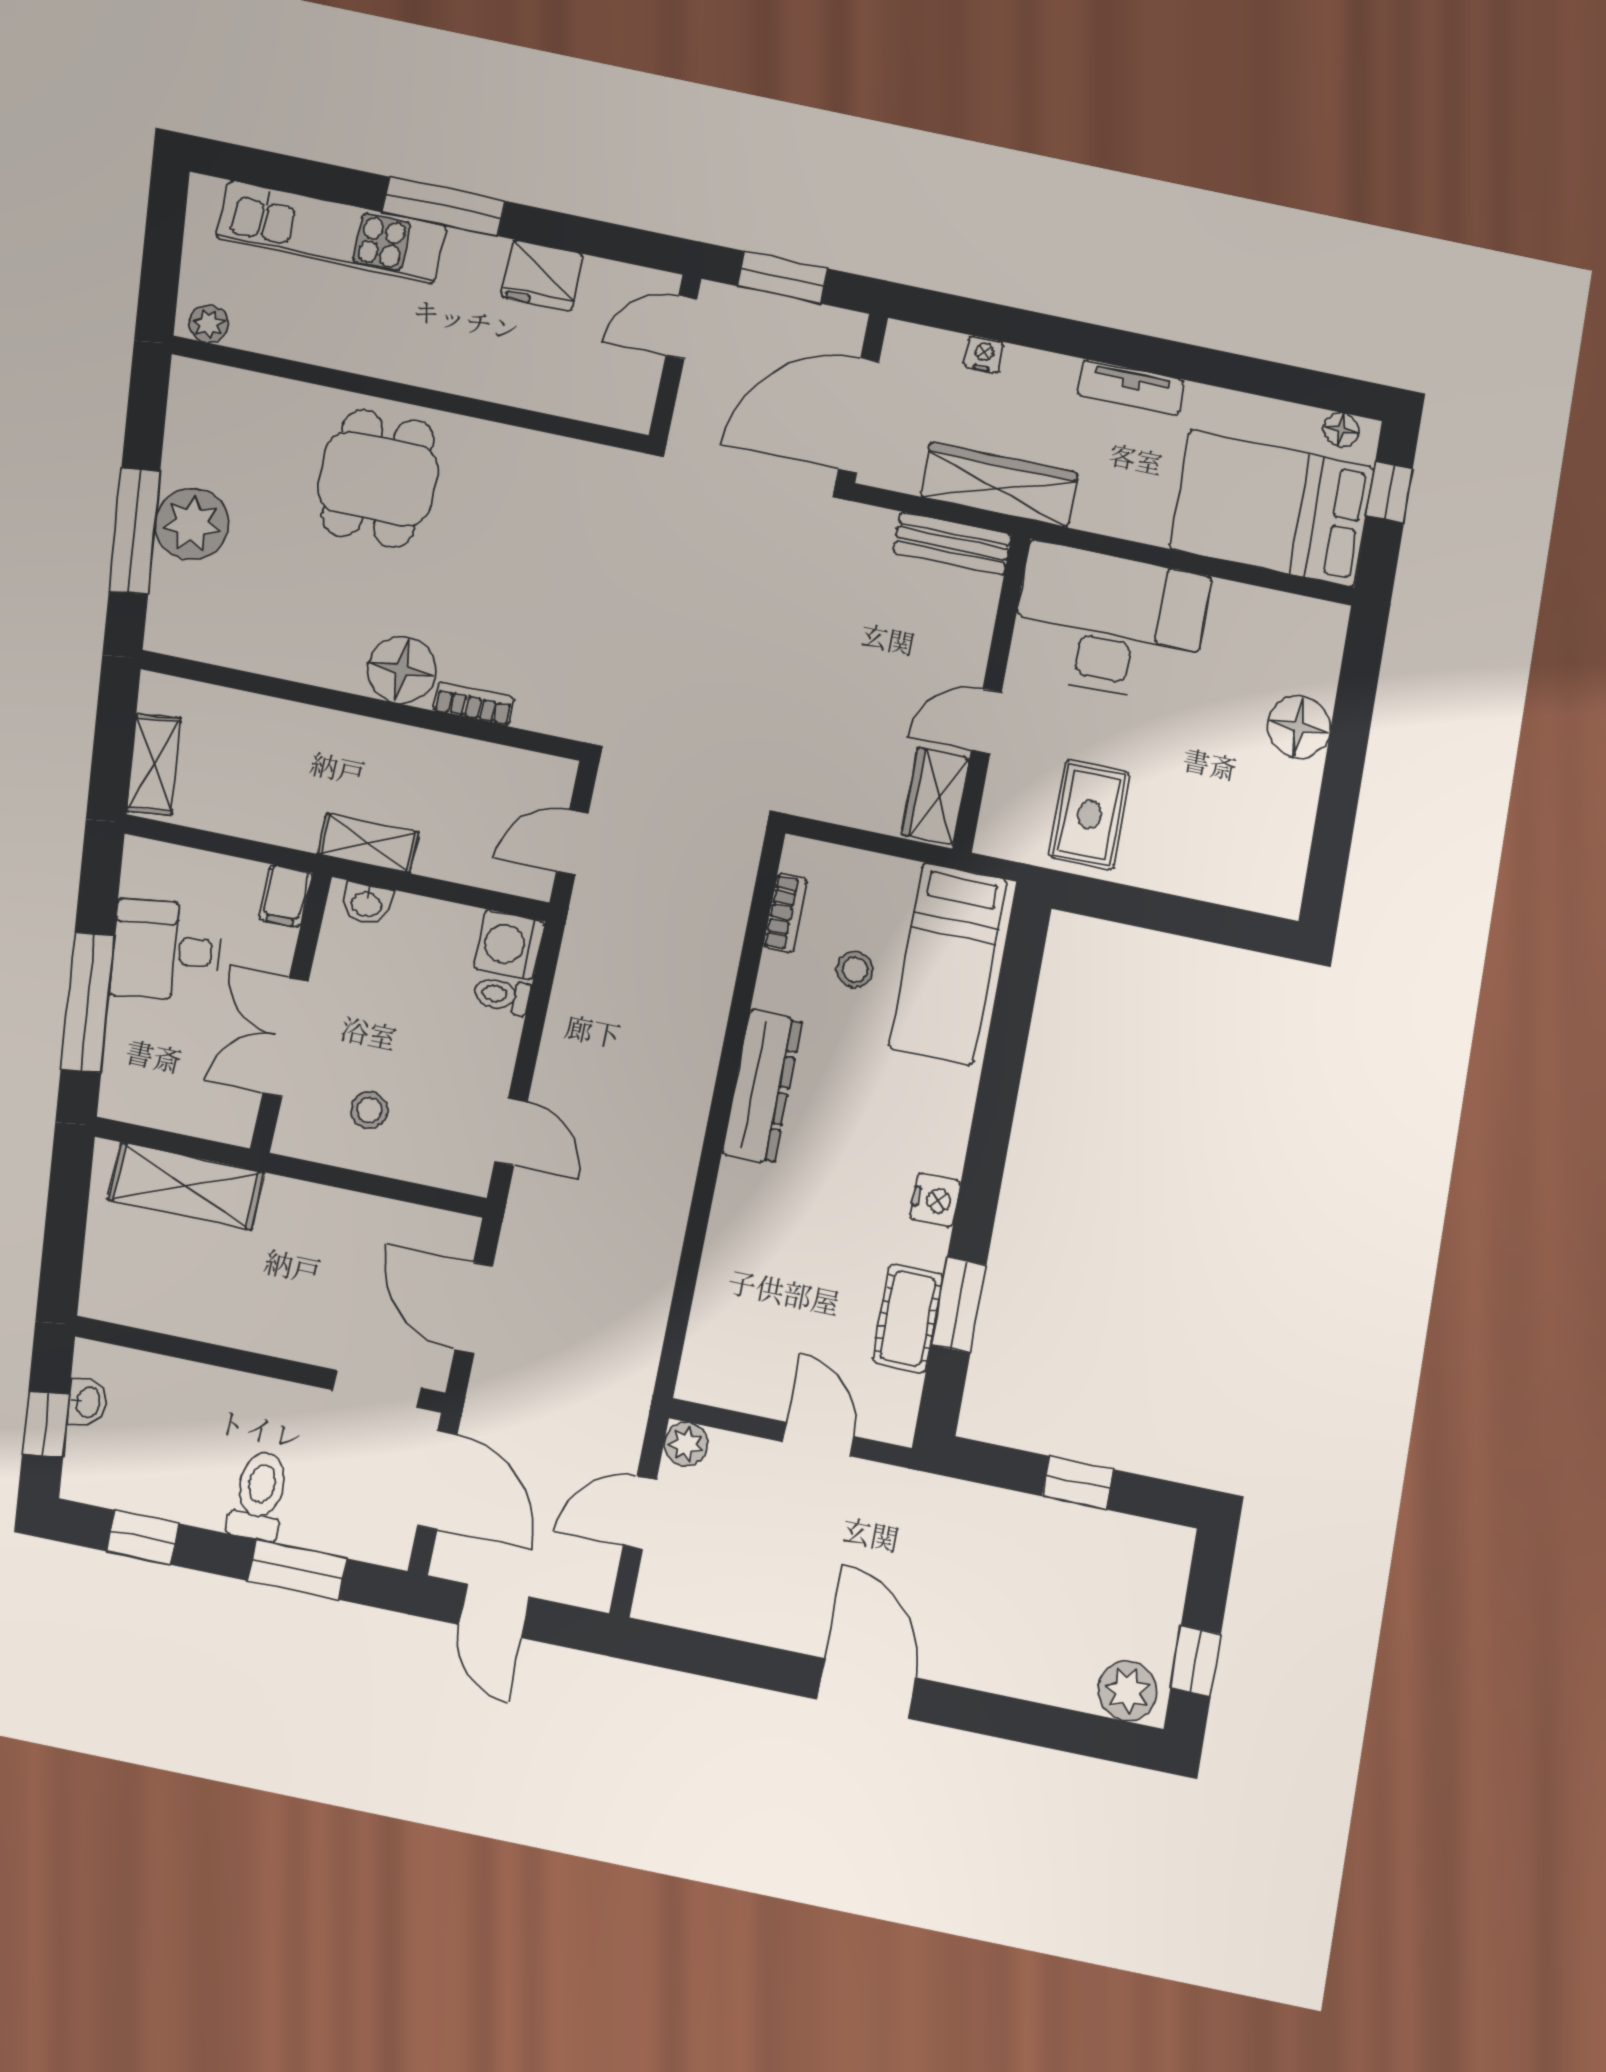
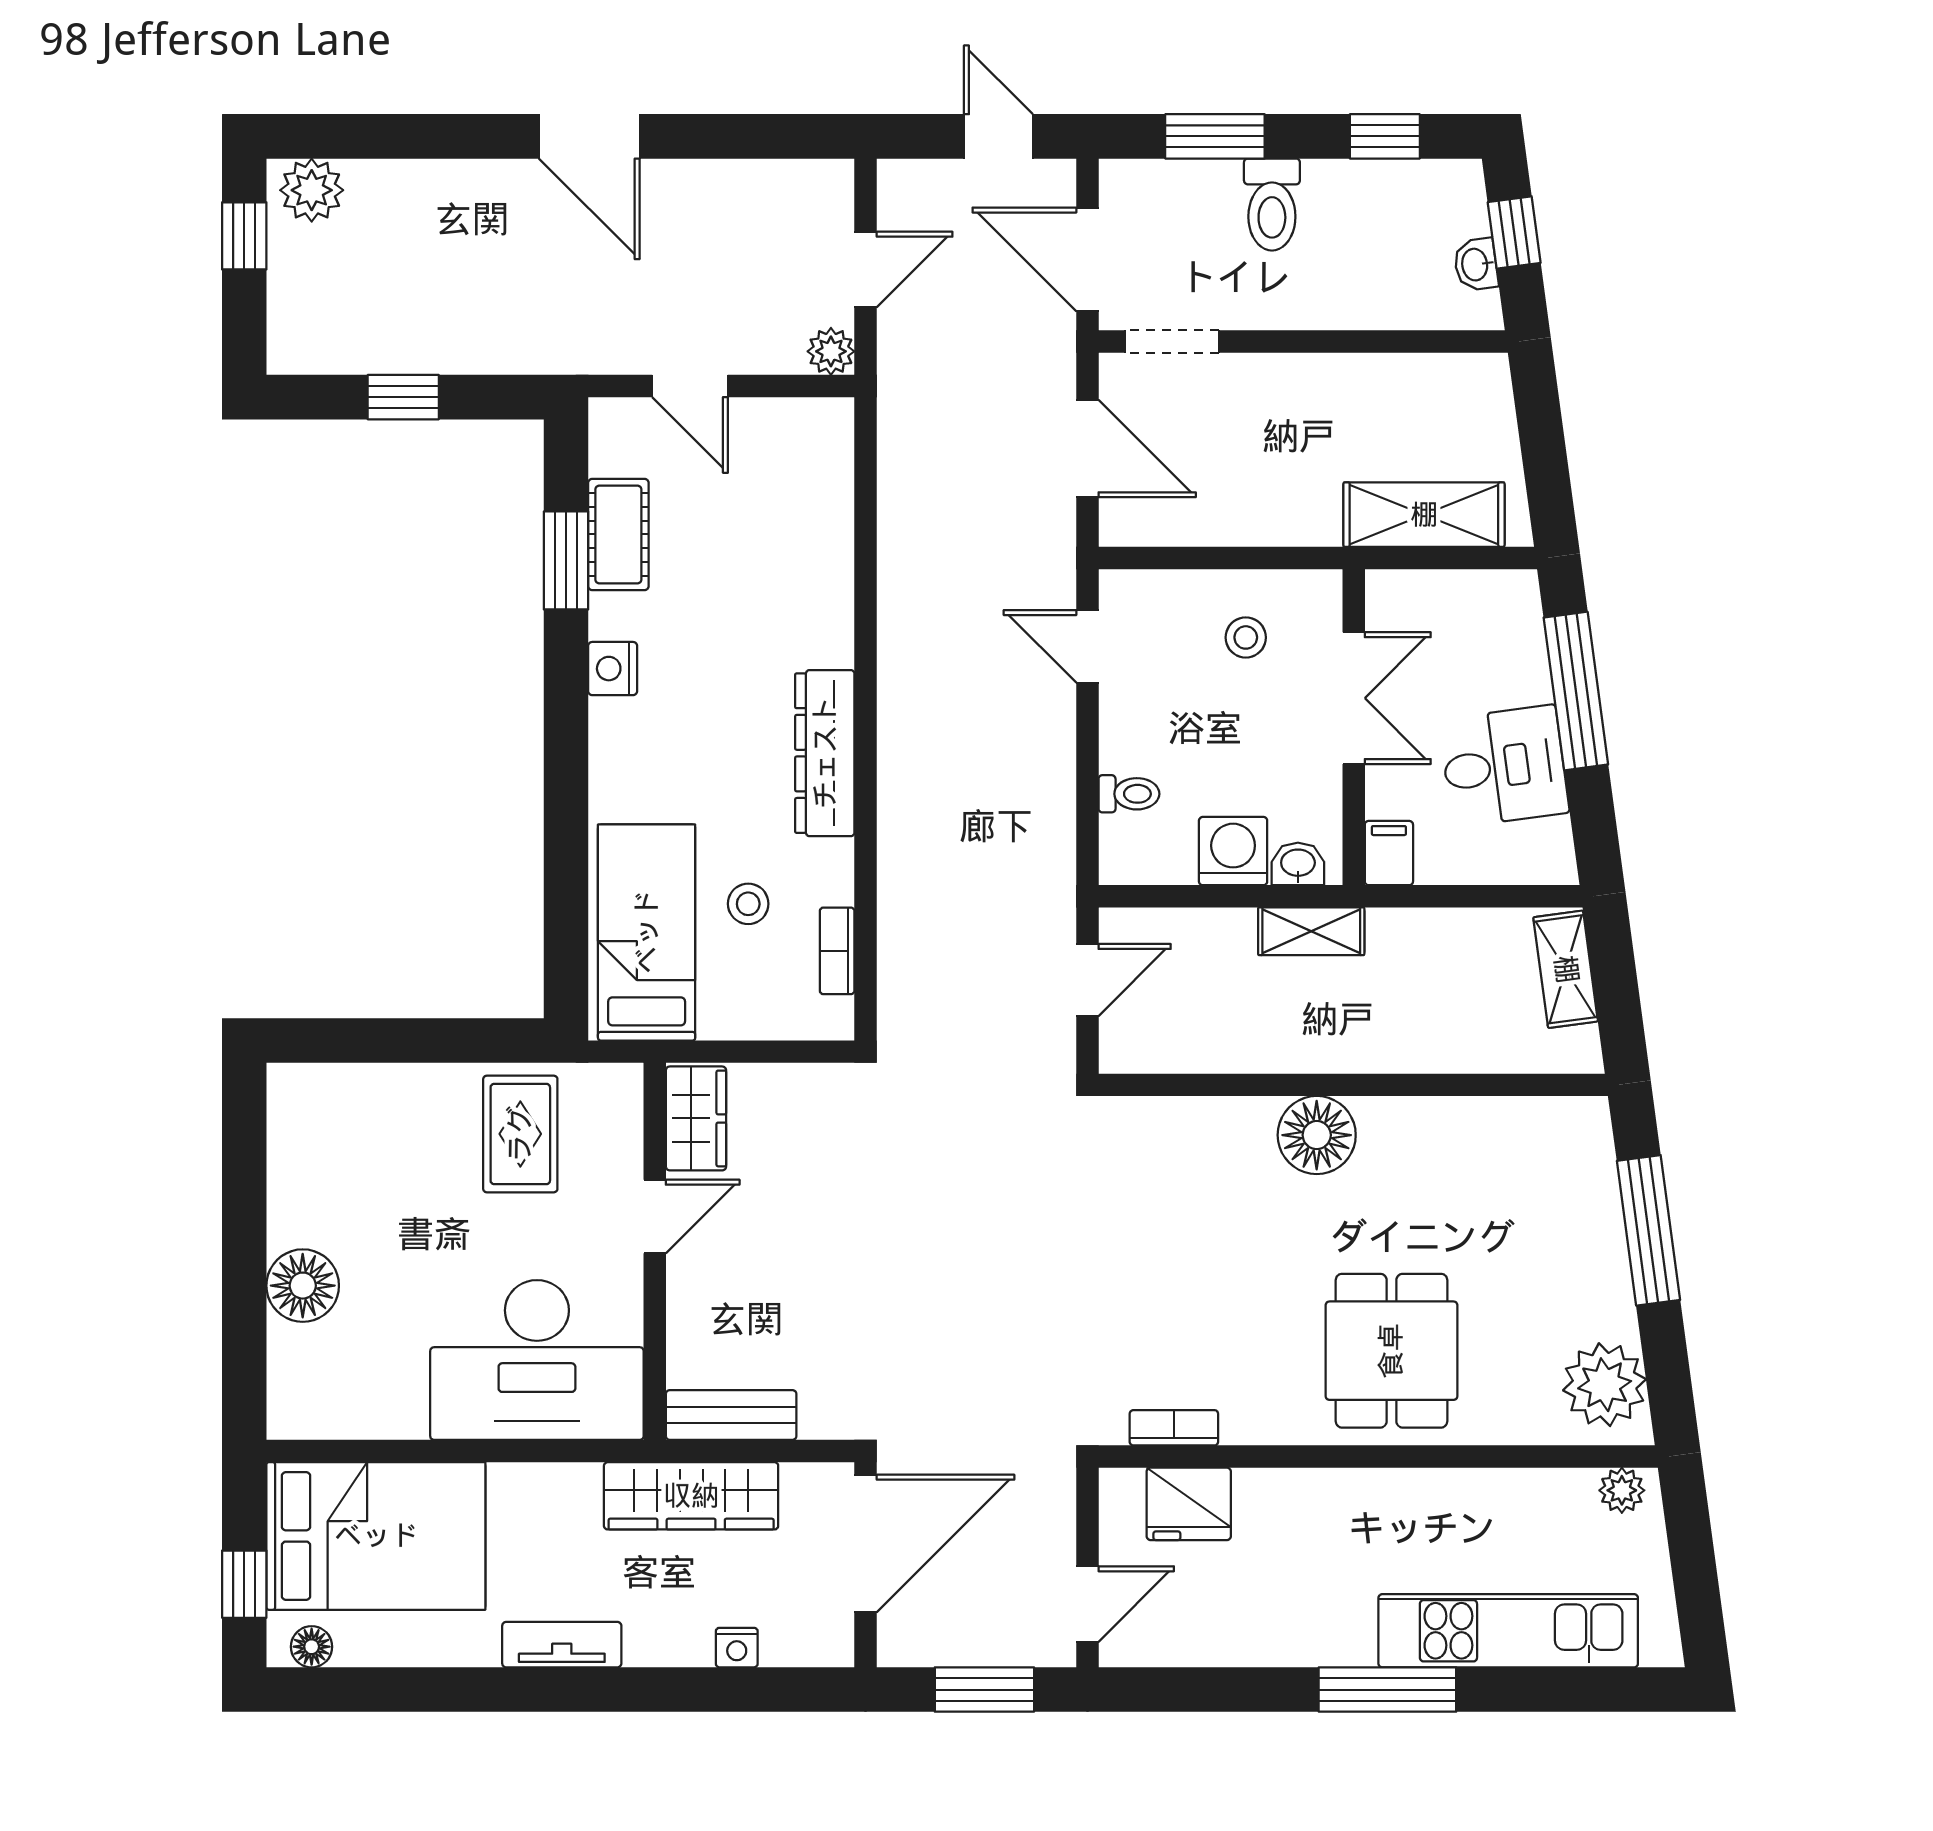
fridge: (542, 276) -> (1189, 1504), moved, turned 180
plant: (192, 524) -> (1605, 1385), moved
bookcase: (474, 704) -> (1174, 1428), moved, turned 180
washing machine: (509, 945) -> (1233, 851), moved, turned -90

